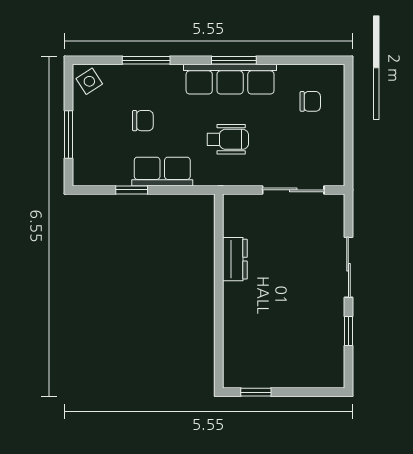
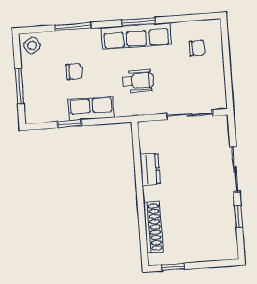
shoe rack: (233, 337) -> (153, 227), added

